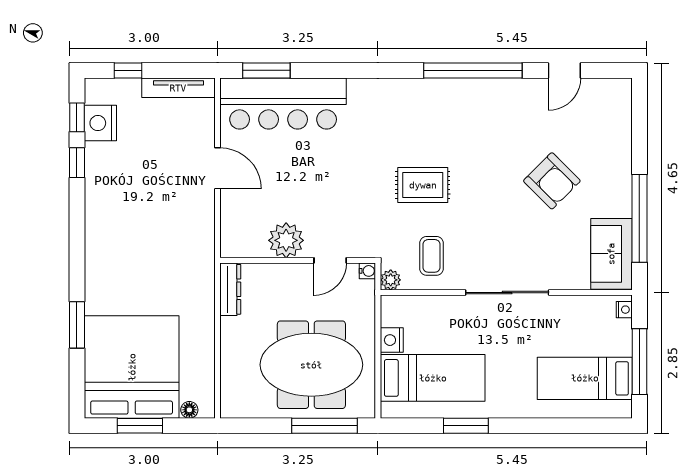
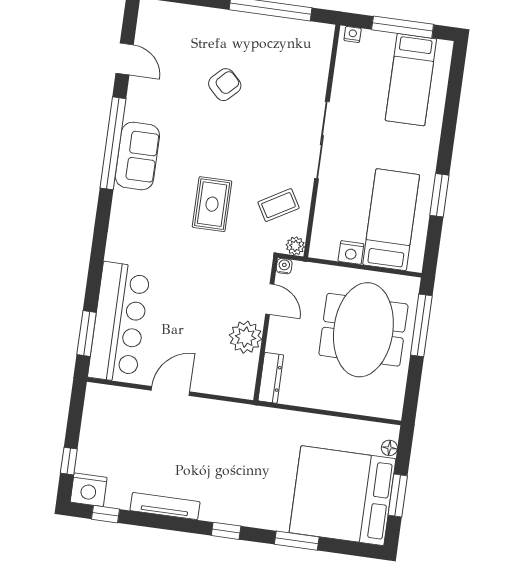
tv unit: (178, 88) -> (165, 506), moved, turned -90
nightstand: (100, 123) -> (89, 490), moved
window: (77, 163) -> (226, 531), moved
armchair: (552, 181) -> (225, 85), width x0.72, depth x0.72
sofa: (611, 254) -> (137, 156), moved, turned -90
coffee table: (432, 256) -> (279, 205), turned -30
dresser: (230, 289) -> (271, 378), moved, turned 90

